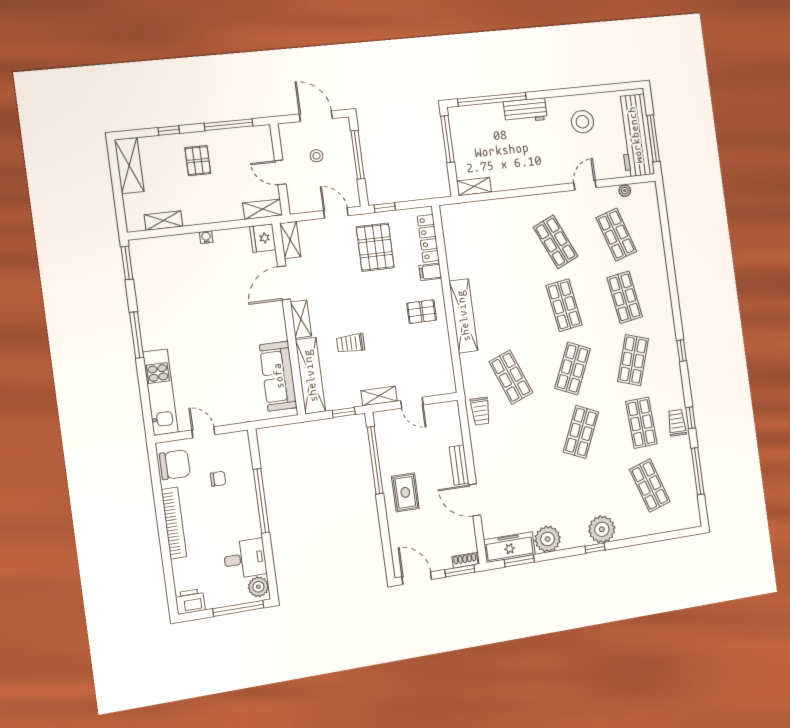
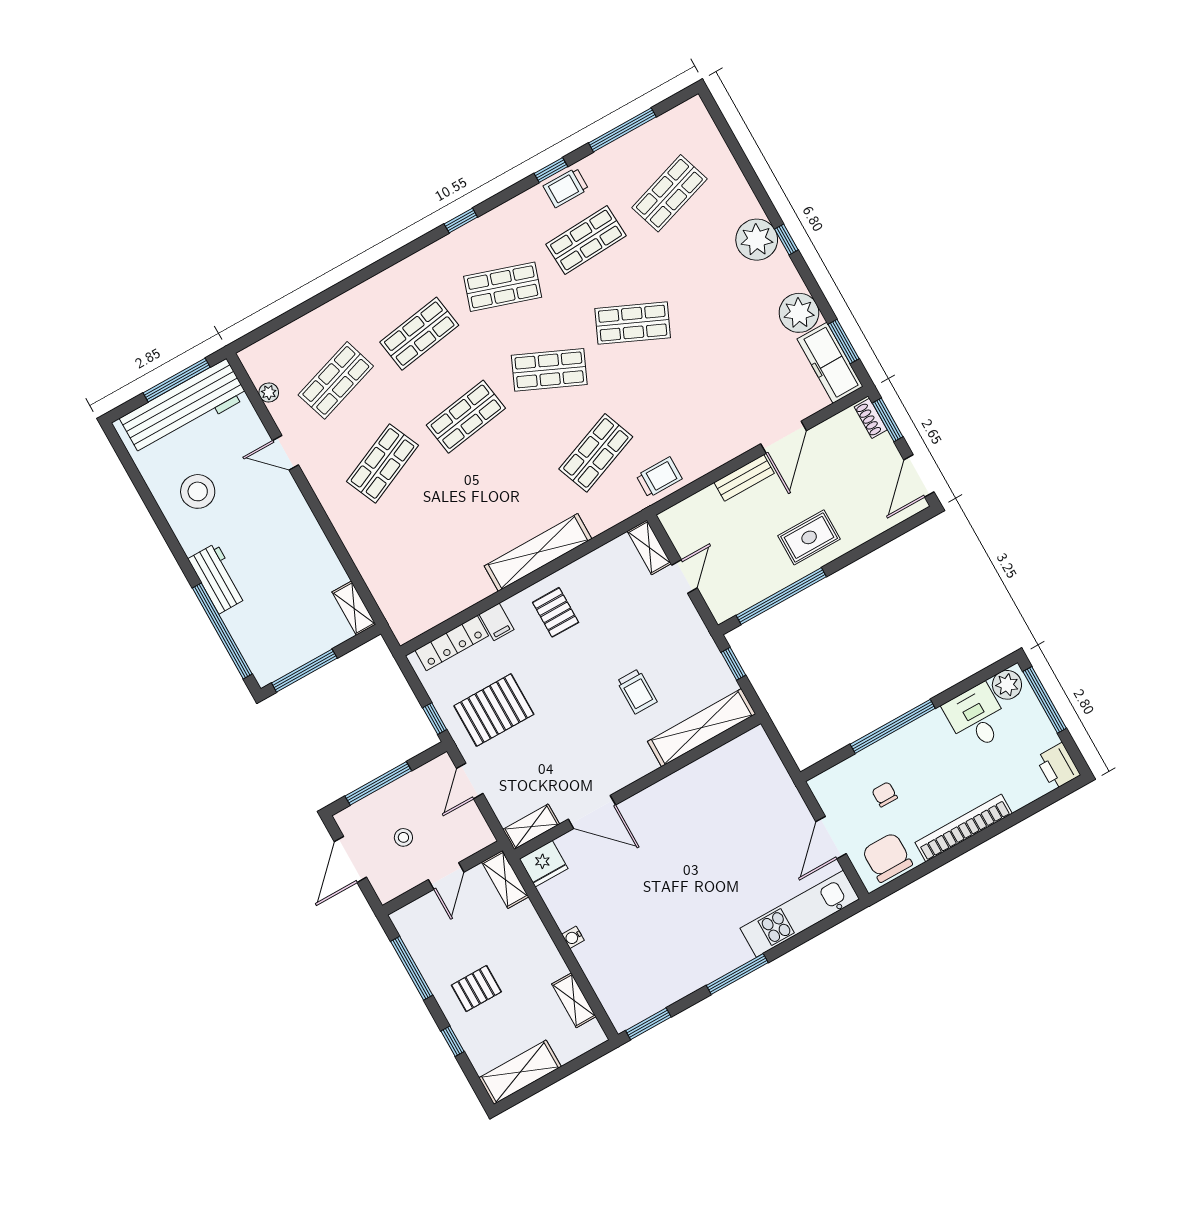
shelving: (301, 319) -> (631, 770), removed
sofa: (278, 376) -> (719, 770), removed
shelving: (379, 396) -> (649, 547), moved
door: (203, 432) -> (831, 838), width x1.38

